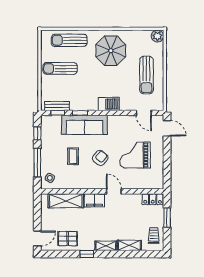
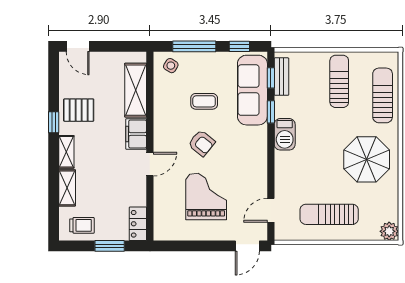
barbecue: (109, 104) -> (285, 134), moved
sofa: (84, 125) -> (252, 90), moved
pallet: (68, 238) -> (79, 110), moved, turned 90

